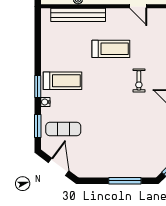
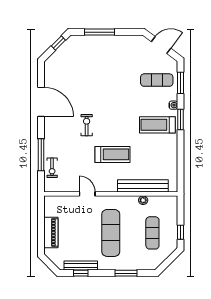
treadmill: (111, 49) -> (113, 154), turned 180
door: (59, 167) -> (161, 45), swing flipped

